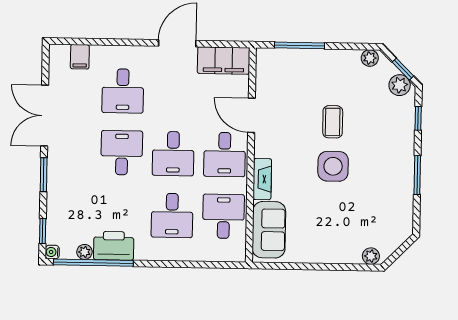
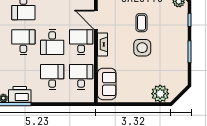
desk: (225, 154) -> (81, 42), turned 180
fireplace: (262, 179) -> (103, 44), moved
desk: (172, 215) -> (52, 77), turned 180
plant: (371, 256) -> (160, 94), width x1.88, depth x1.88

